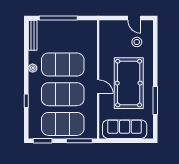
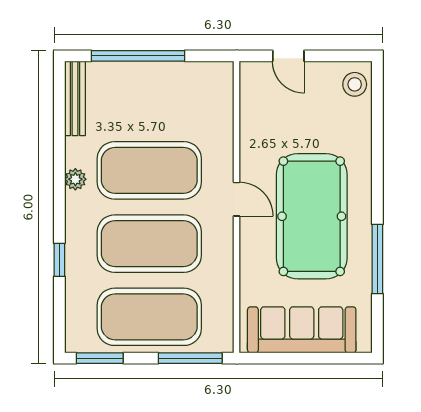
door: (134, 18) -> (288, 56), moved
stool: (137, 42) -> (355, 84), moved
door: (98, 87) -> (237, 199), moved

